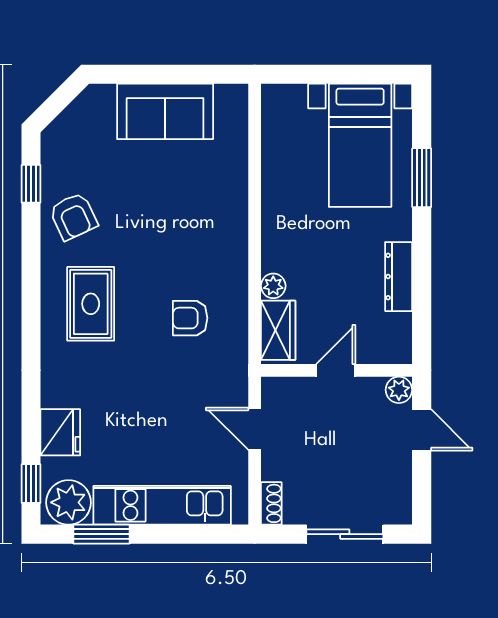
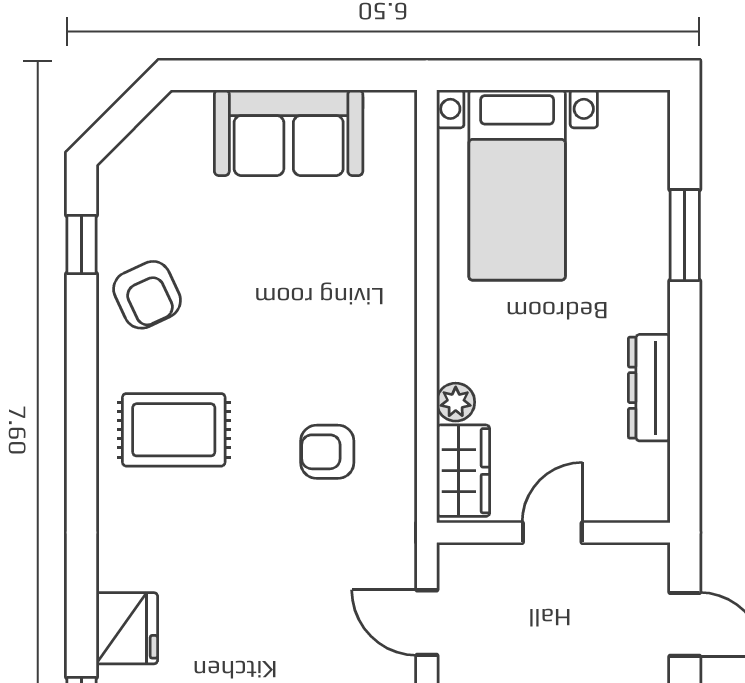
bed with nightstands: (360, 145) -> (517, 185), moved
rug: (91, 304) -> (174, 430), turned 90
plant: (399, 390) -> (650, 563), removed

